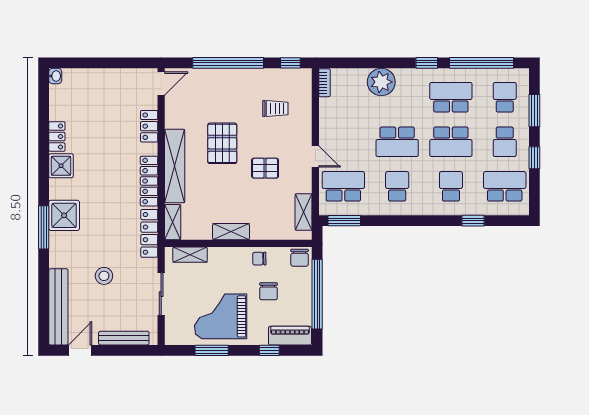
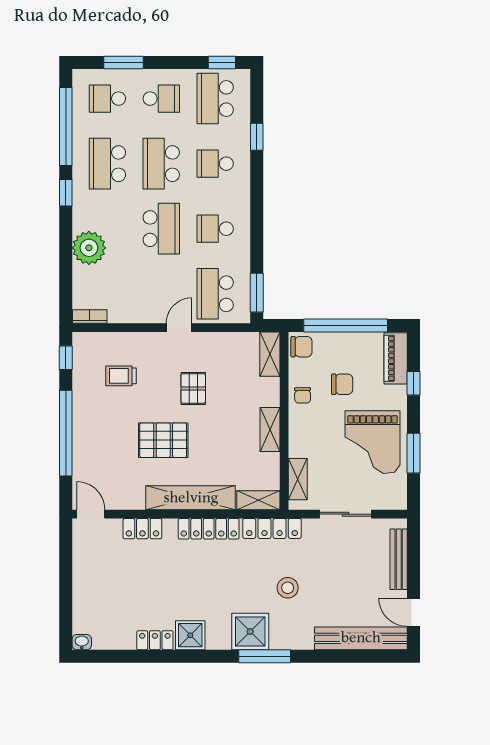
trolley: (275, 109) -> (121, 376), turned -90
school desk: (451, 142) -> (161, 164), turned 180
window: (534, 158) -> (222, 63), moved
shelving: (304, 212) -> (270, 354), moved, turned 90
stool: (104, 276) -> (288, 588), moved

